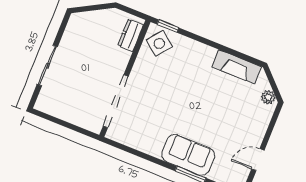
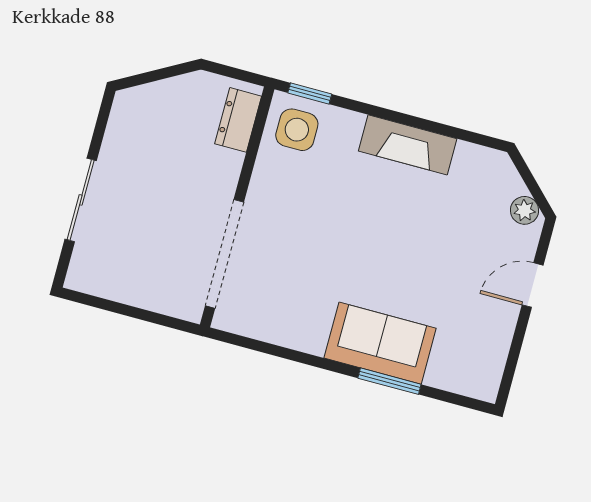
side table: (159, 43) -> (297, 130), turned -38
fireplace: (237, 67) -> (408, 145), moved
door: (258, 160) -> (533, 285), moved

